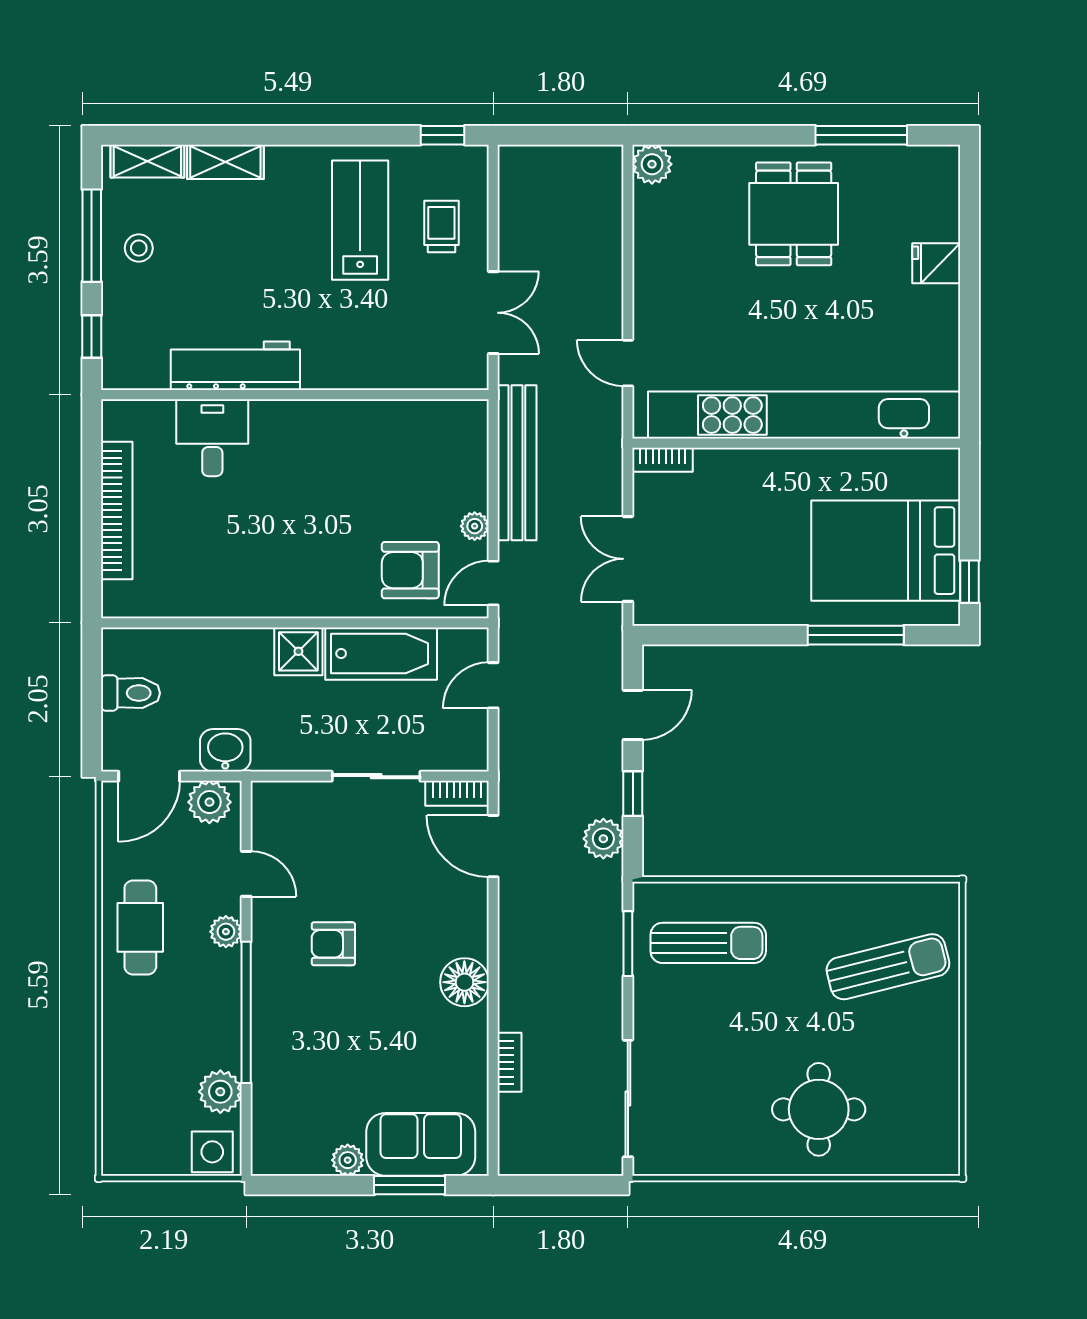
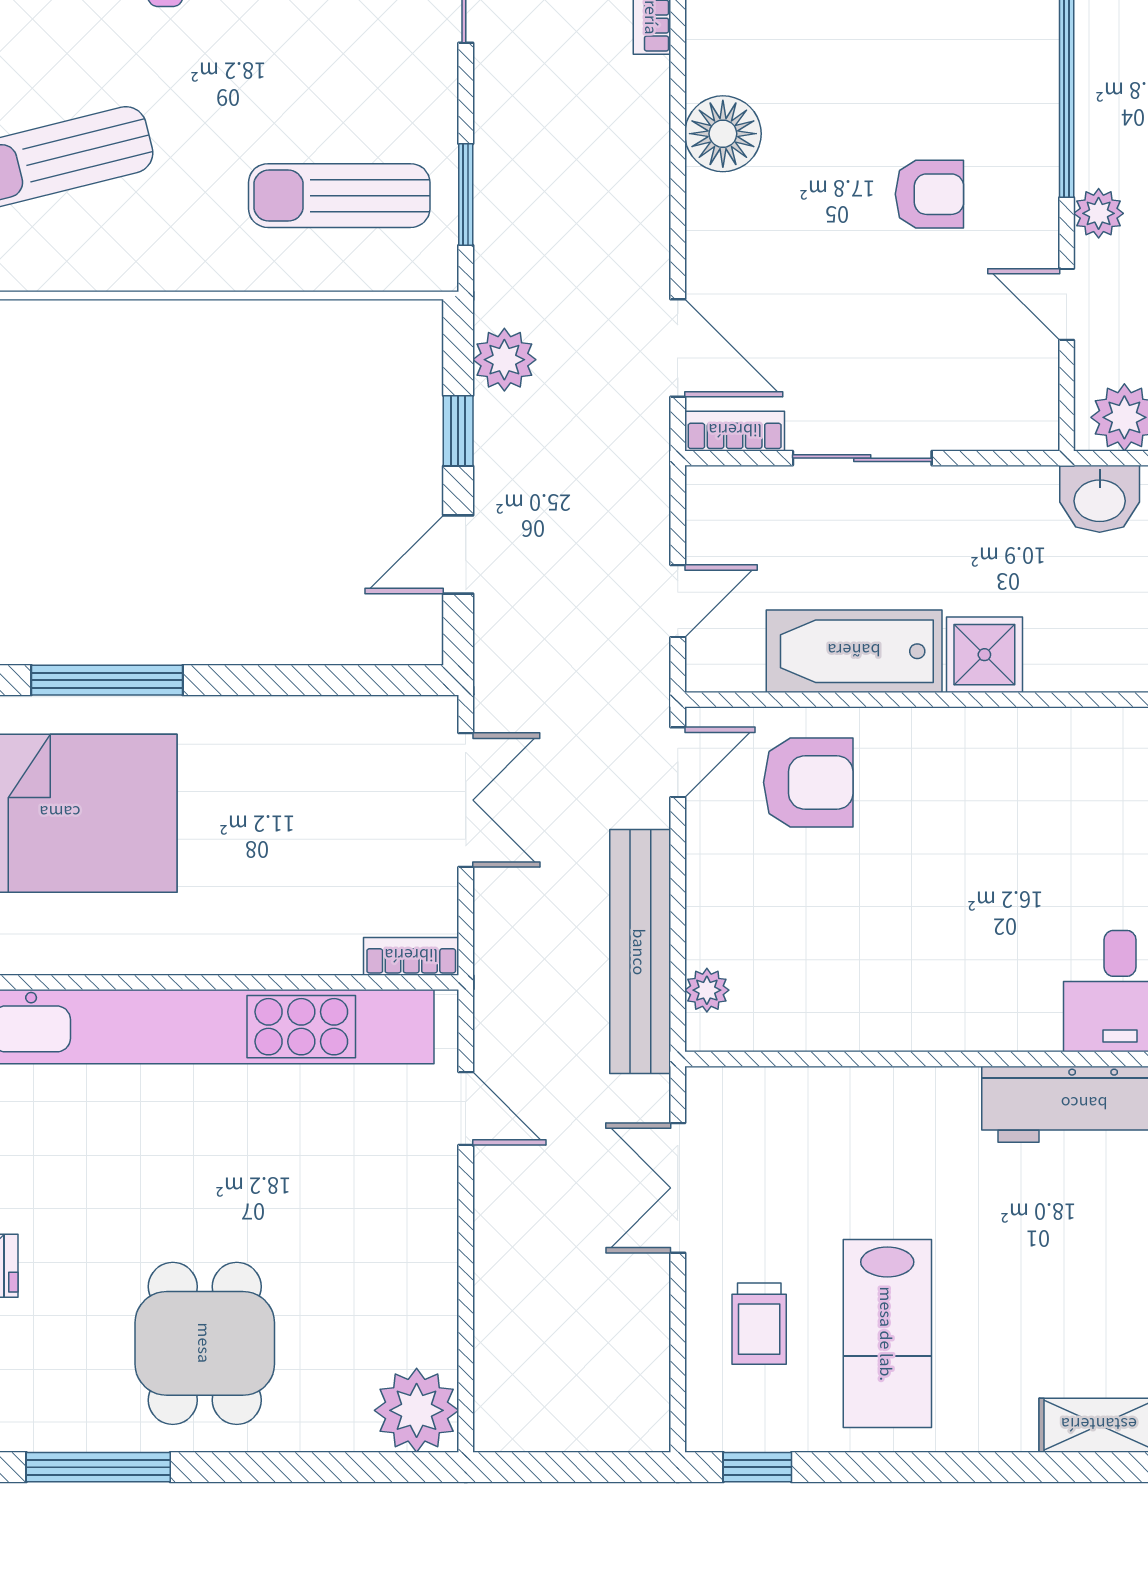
plant: (652, 164) -> (417, 1410), width x1.36, depth x1.36
plant: (475, 526) -> (707, 990), moved

